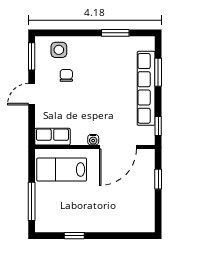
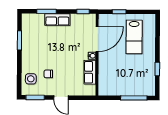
row of seats: (146, 88) -> (57, 20), width x0.50
row of seats: (52, 137) -> (90, 72), moved
door: (118, 147) -> (97, 39), hinge flipped
lab bench: (62, 169) -> (134, 37), moved

